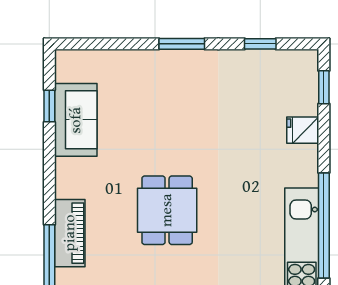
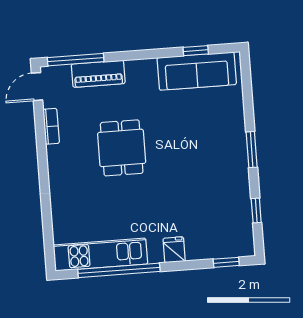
sofa: (76, 120) -> (197, 71), width x1.36
fridge: (303, 130) -> (174, 250), moved
dining table: (167, 210) -> (122, 148), turned 90

